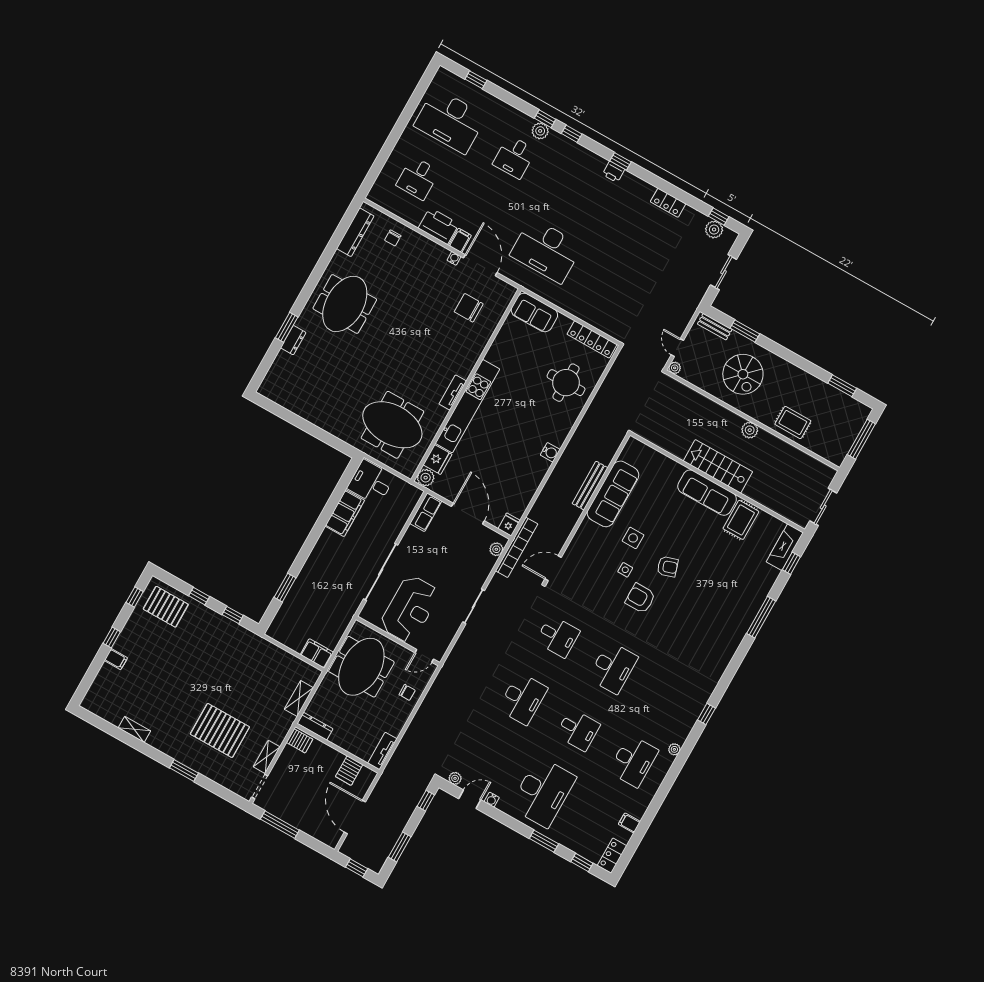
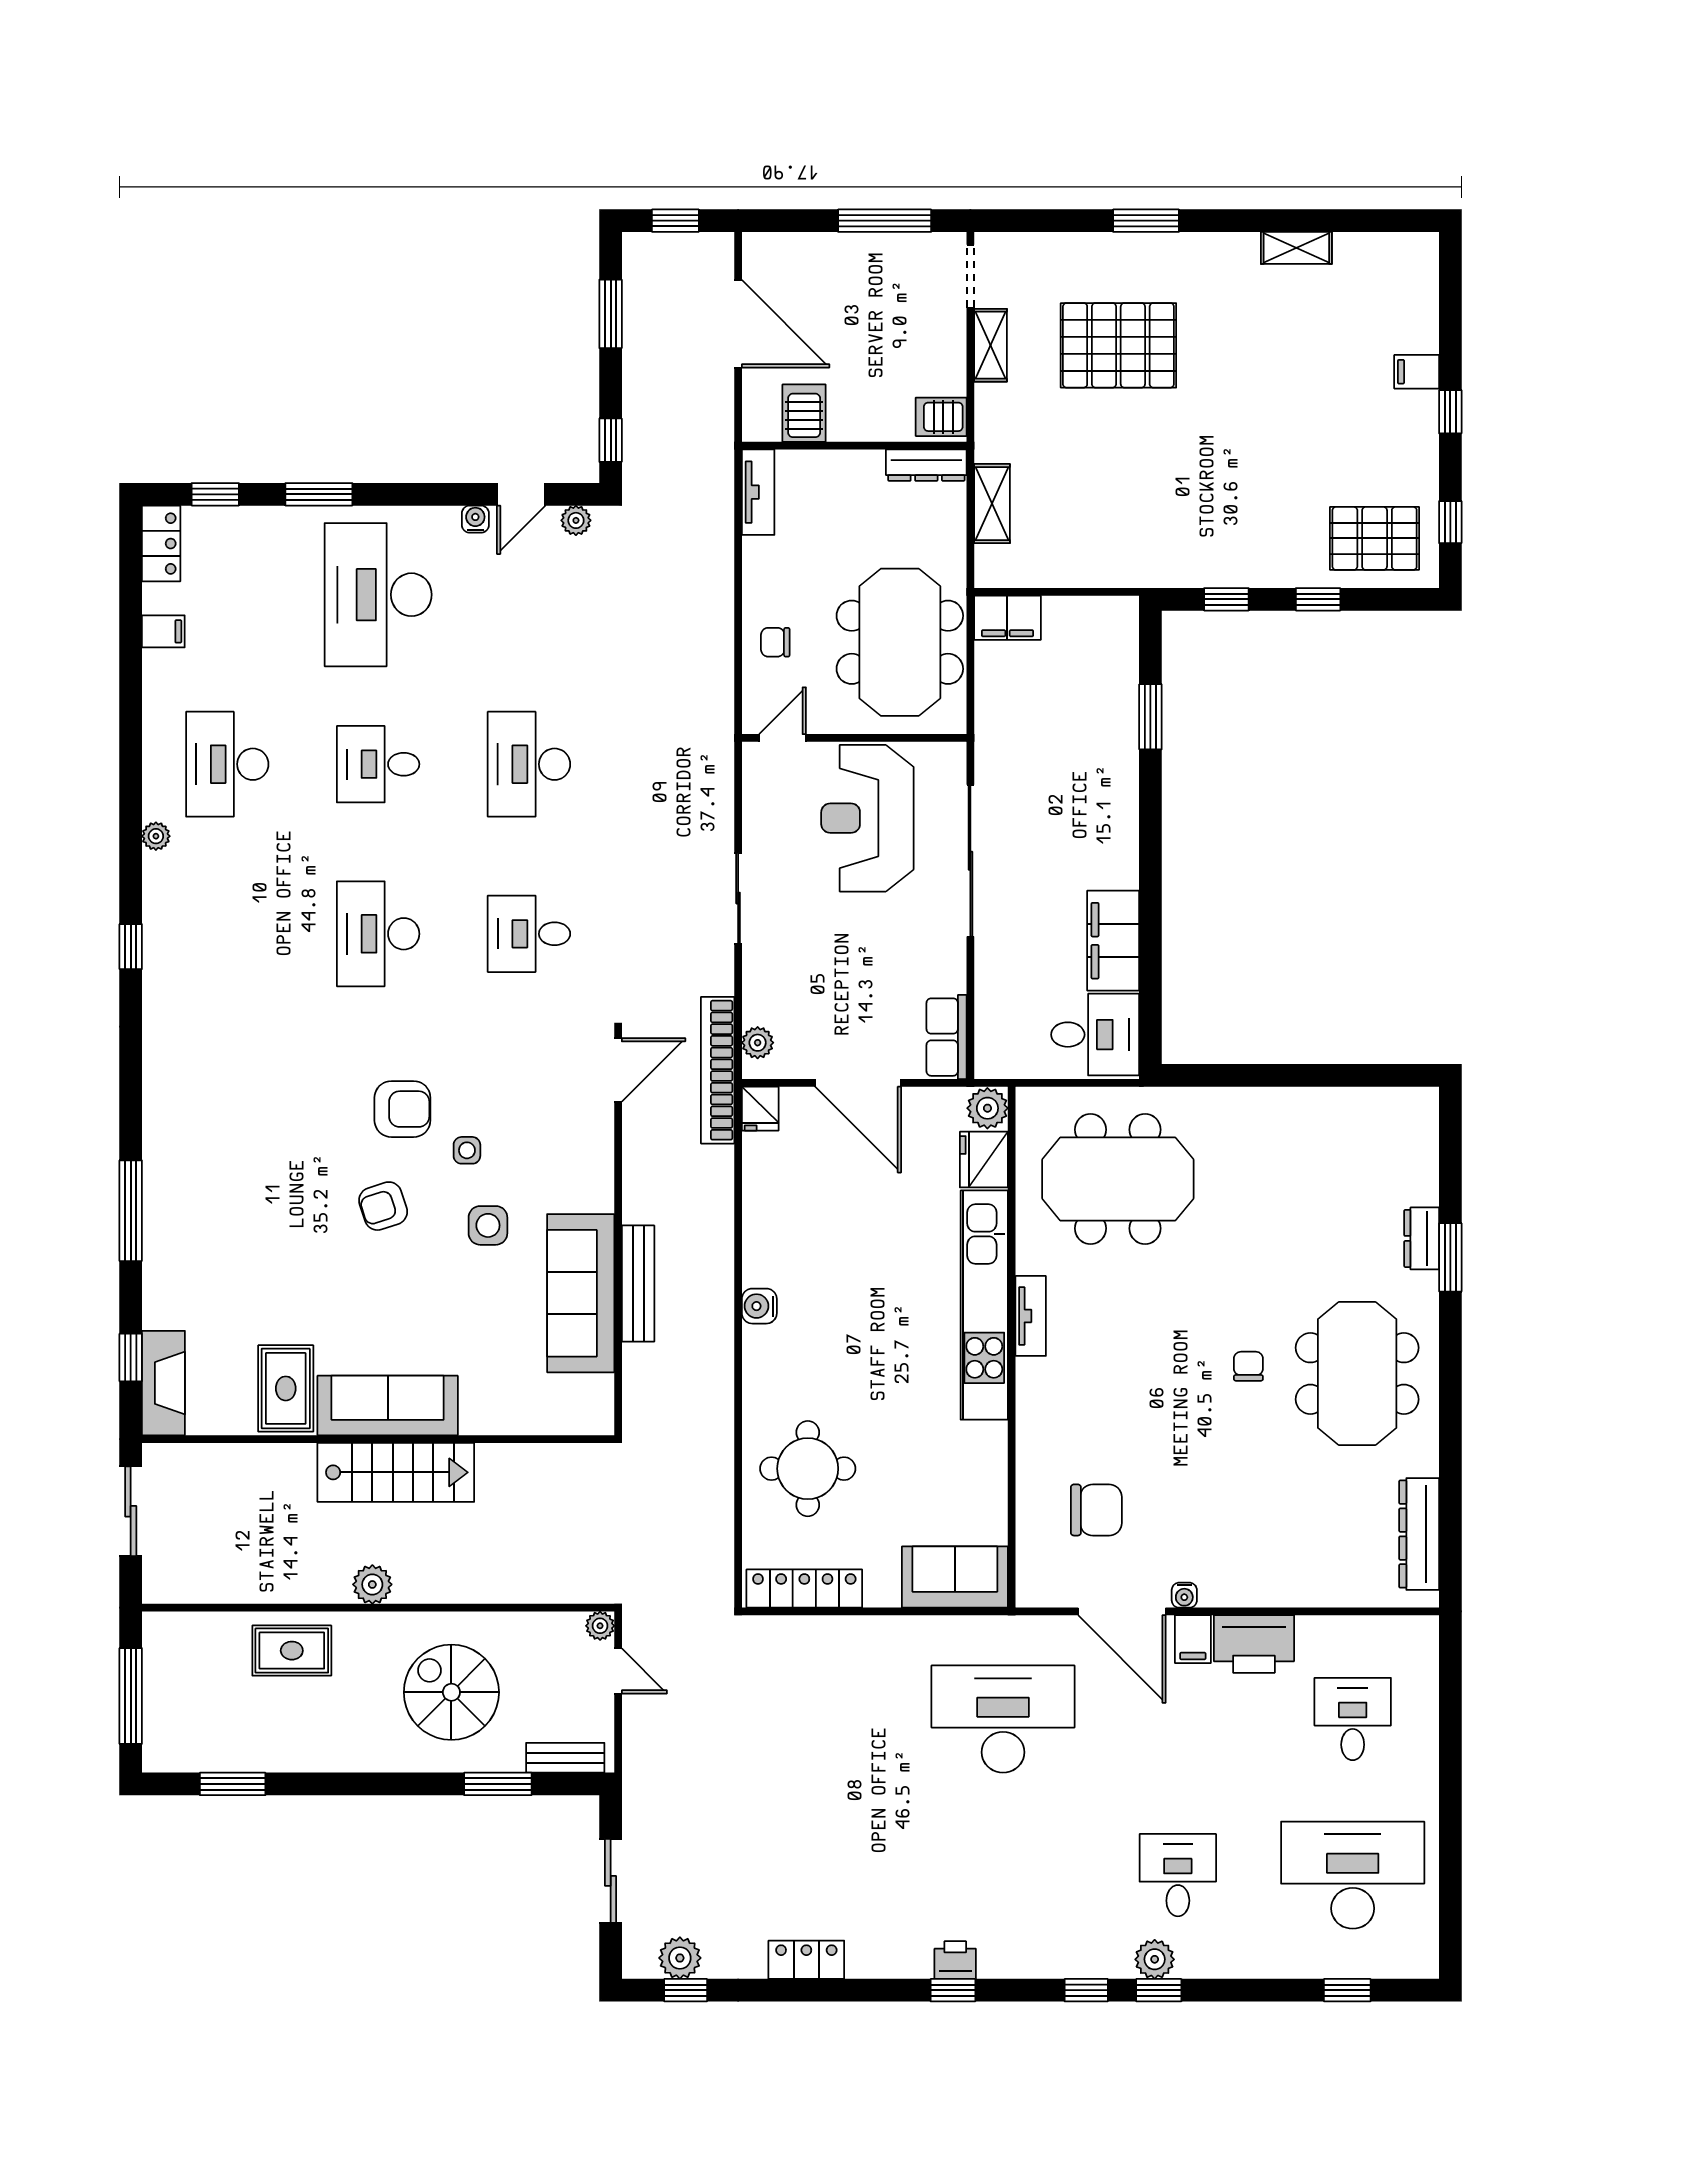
chair: (393, 238) -> (1248, 1366), moved

